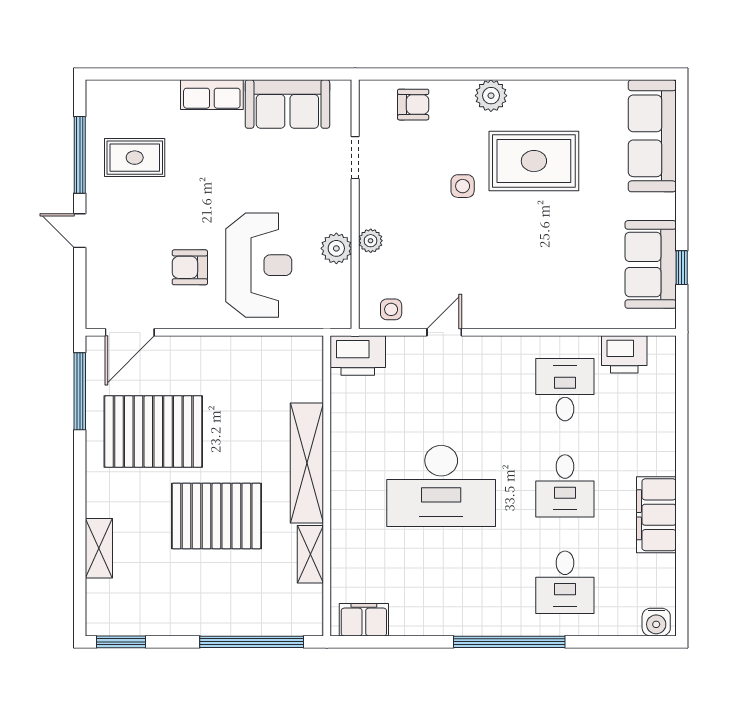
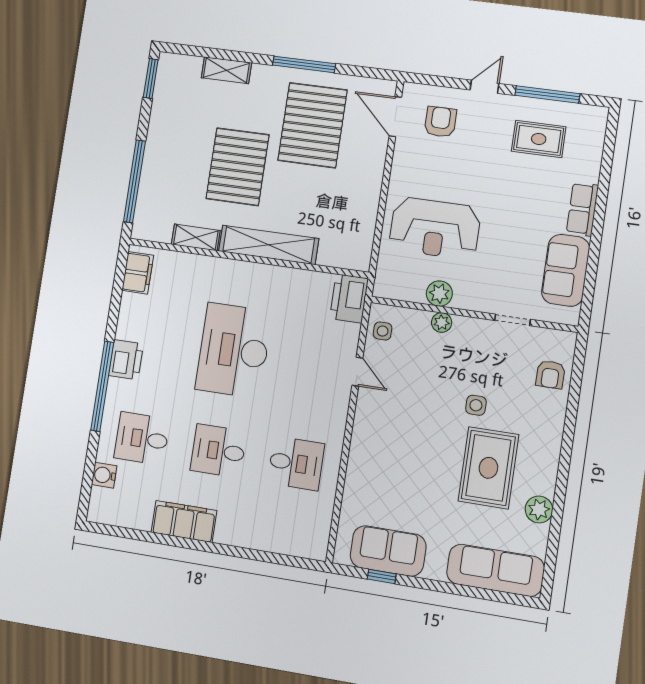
plant: (491, 96) -> (539, 509), moved
rug: (135, 158) -> (539, 139), turned 90
armchair: (190, 267) -> (440, 122), moved
printer: (624, 354) -> (126, 360), moved, turned 180
window: (80, 391) -> (304, 64), moved
water cooler: (656, 622) -> (104, 475), moved

